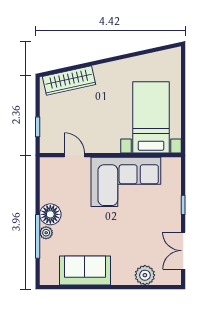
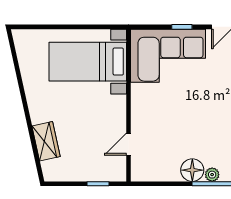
wardrobe: (69, 81) -> (46, 141), width x0.67
corner sofa: (126, 182) -> (168, 56), moved, turned 90

